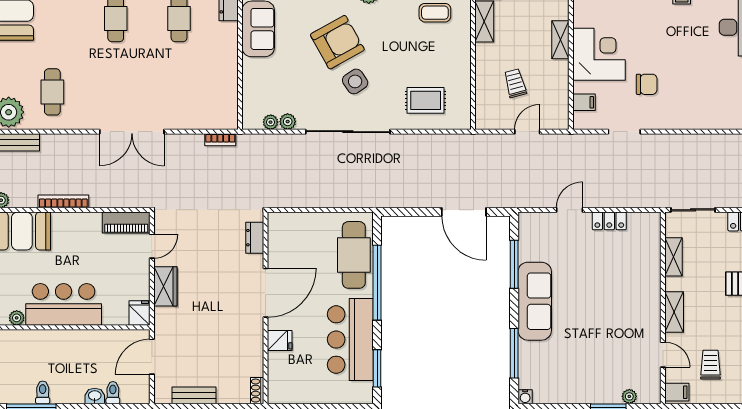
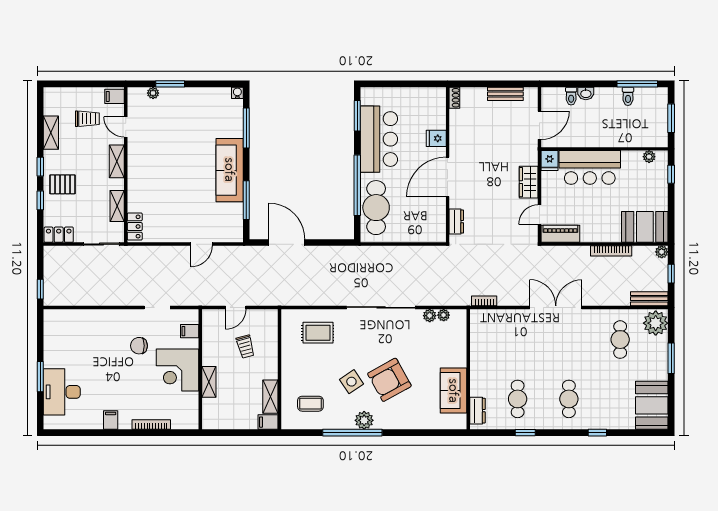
side table: (355, 81) -> (351, 382), moved
locker: (609, 221) -> (135, 227), moved, turned 90
bar counter: (64, 304) -> (590, 167), moved
trolley: (711, 365) -> (87, 119), turned -90

